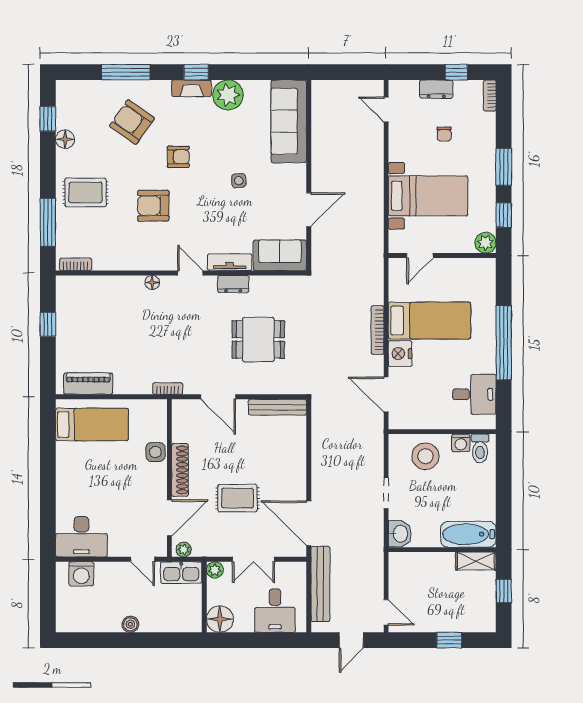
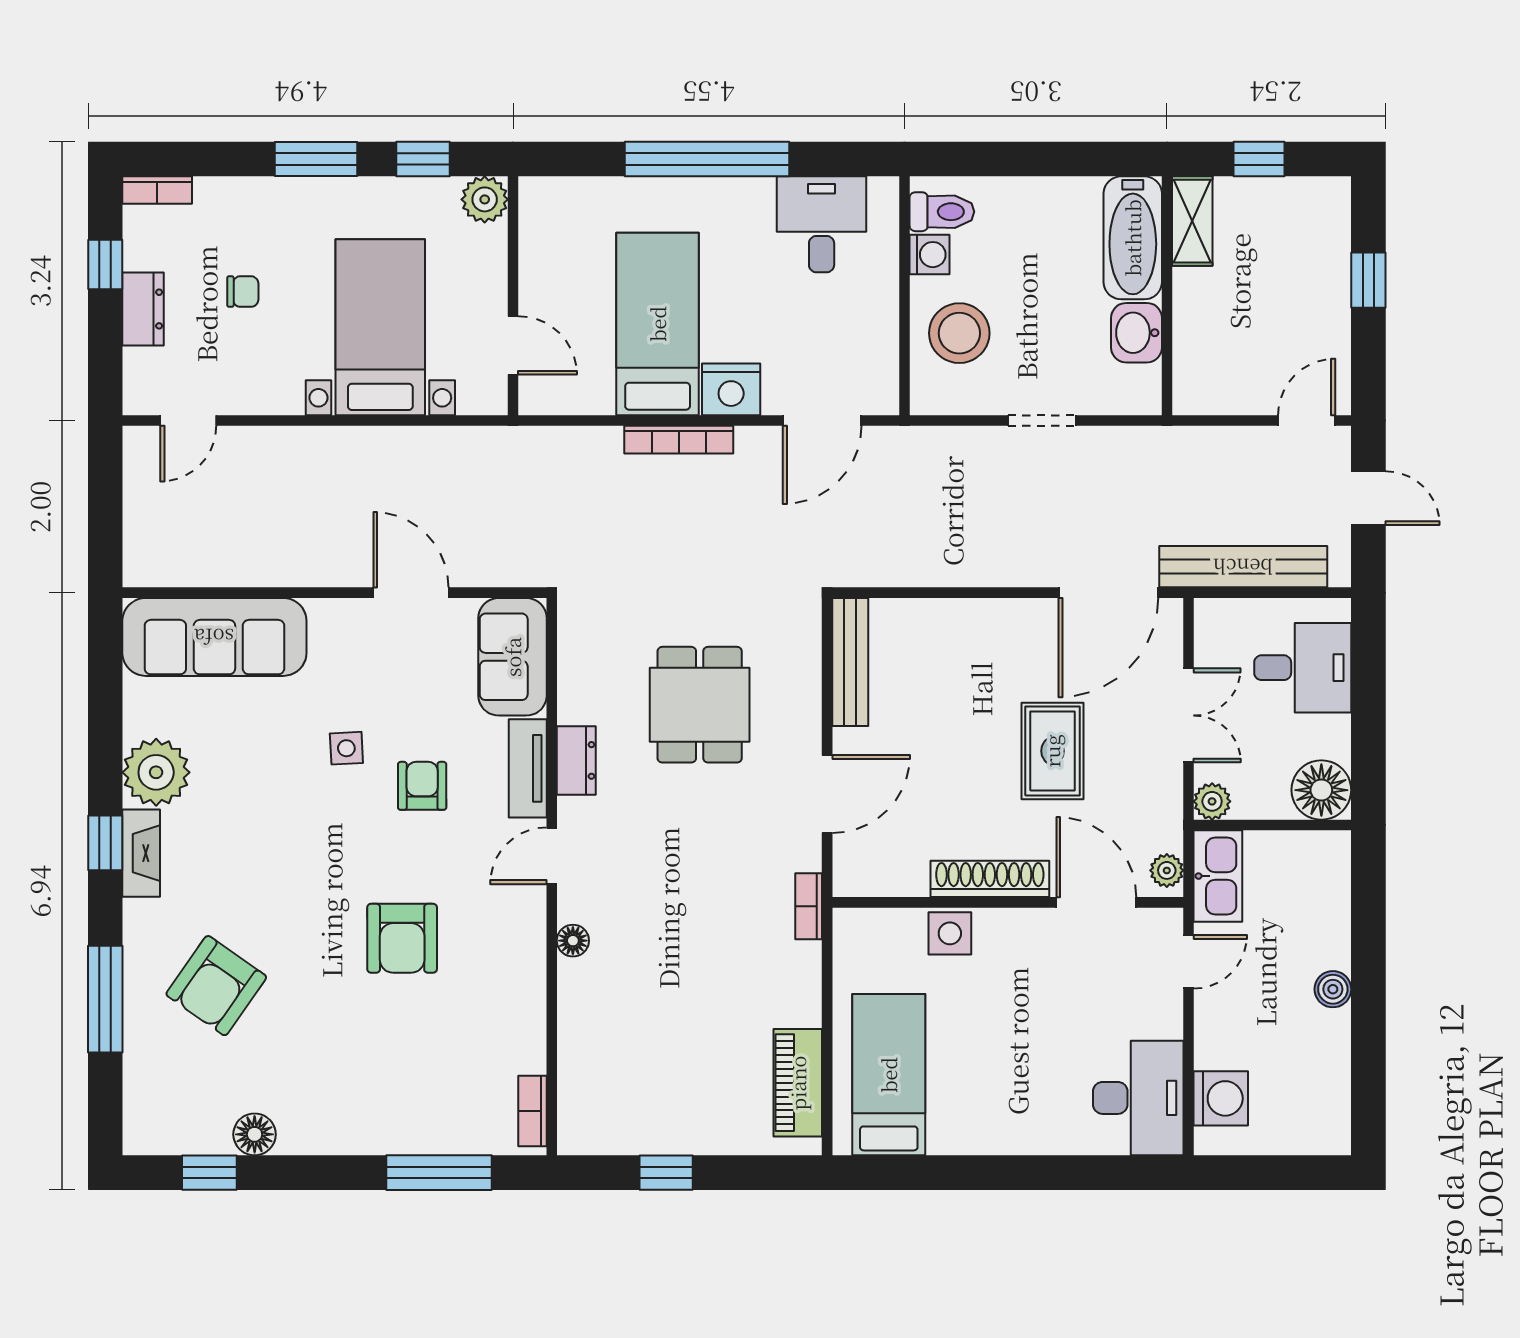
armchair: (178, 157) -> (422, 786), moved
rug: (85, 192) -> (373, 1089), removed
washbasin: (400, 534) -> (1137, 333), moved, turned -90

